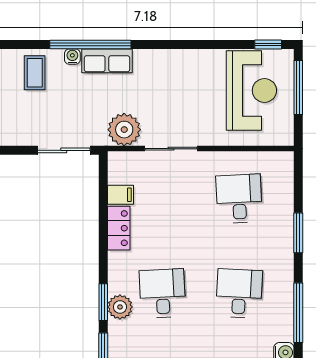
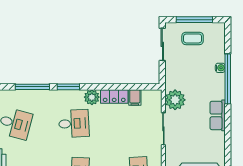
row of seats: (107, 61) -> (218, 115), moved
coffee table: (35, 73) -> (193, 38), moved
sliding door: (64, 150) -> (162, 44), moved
plant: (120, 307) -> (92, 97), moved

